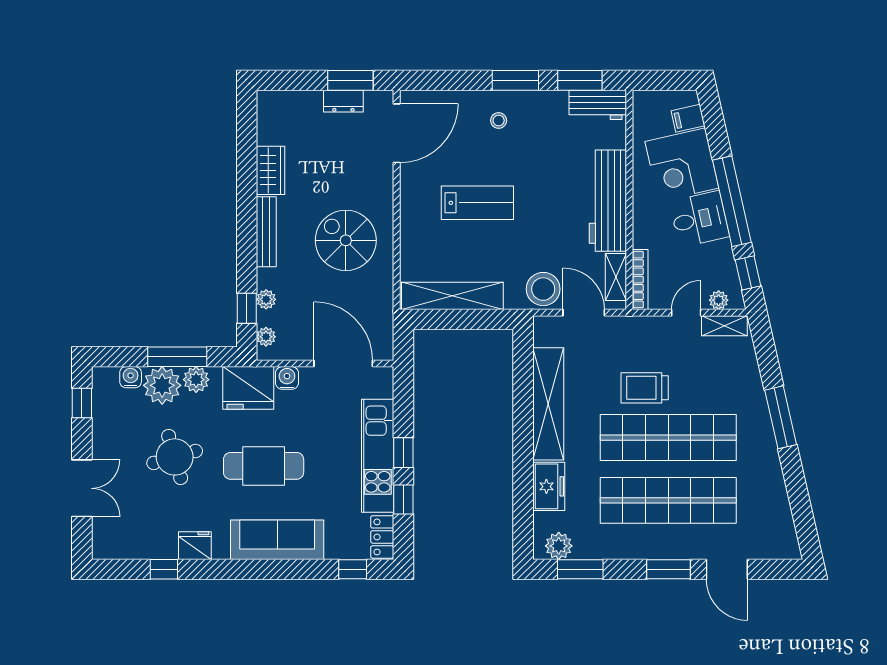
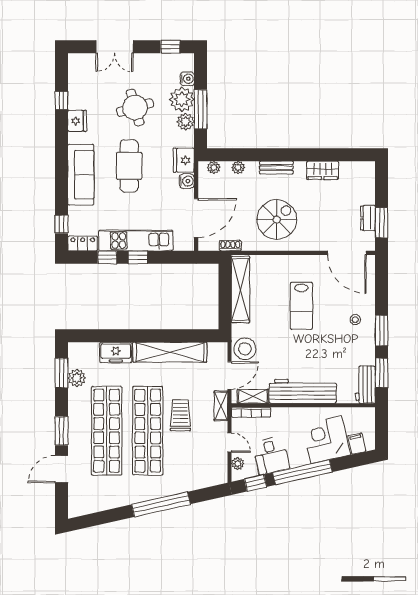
desk: (699, 219) -> (271, 456), moved
bench: (266, 232) -> (276, 168), width x0.73
window: (247, 308) -> (232, 155), removed
shoe rack: (386, 311) -> (230, 246), added
shelving: (724, 326) -> (221, 406), moved
fridge: (248, 388) -> (184, 160), width x0.73, depth x0.75
window: (781, 417) -> (161, 504), width x1.46
plant: (559, 546) -> (77, 378), moved

